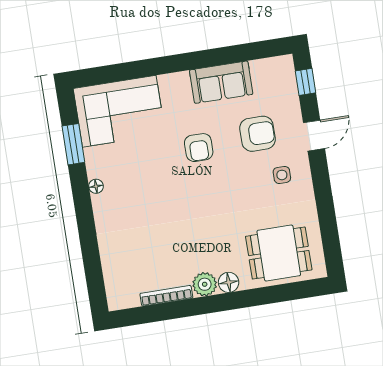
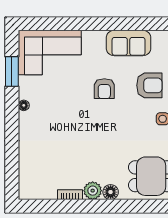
bookcase: (166, 296) -> (70, 195), width x0.64

